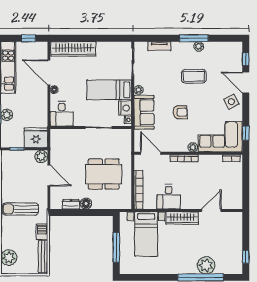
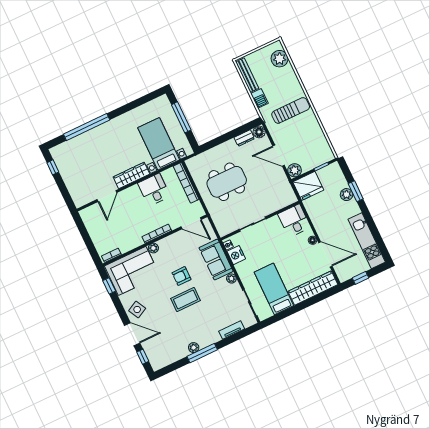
coffee table: (194, 76) -> (185, 299), moved
bed: (109, 90) -> (274, 289), moved, turned -90
floor lamp: (86, 203) -> (259, 132), moved
plant: (206, 265) -> (87, 141), removed

